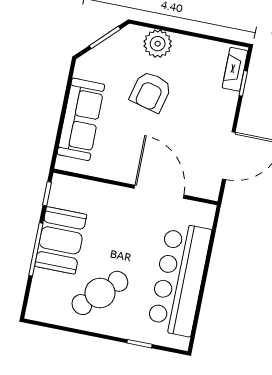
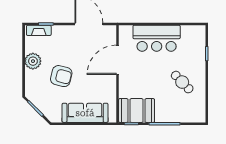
plant: (158, 44) -> (33, 61), moved
booth: (61, 240) -> (137, 111), moved
bar counter: (179, 279) -> (157, 38), width x0.73
cafe table: (100, 293) -> (182, 82), width x0.73, depth x0.74

